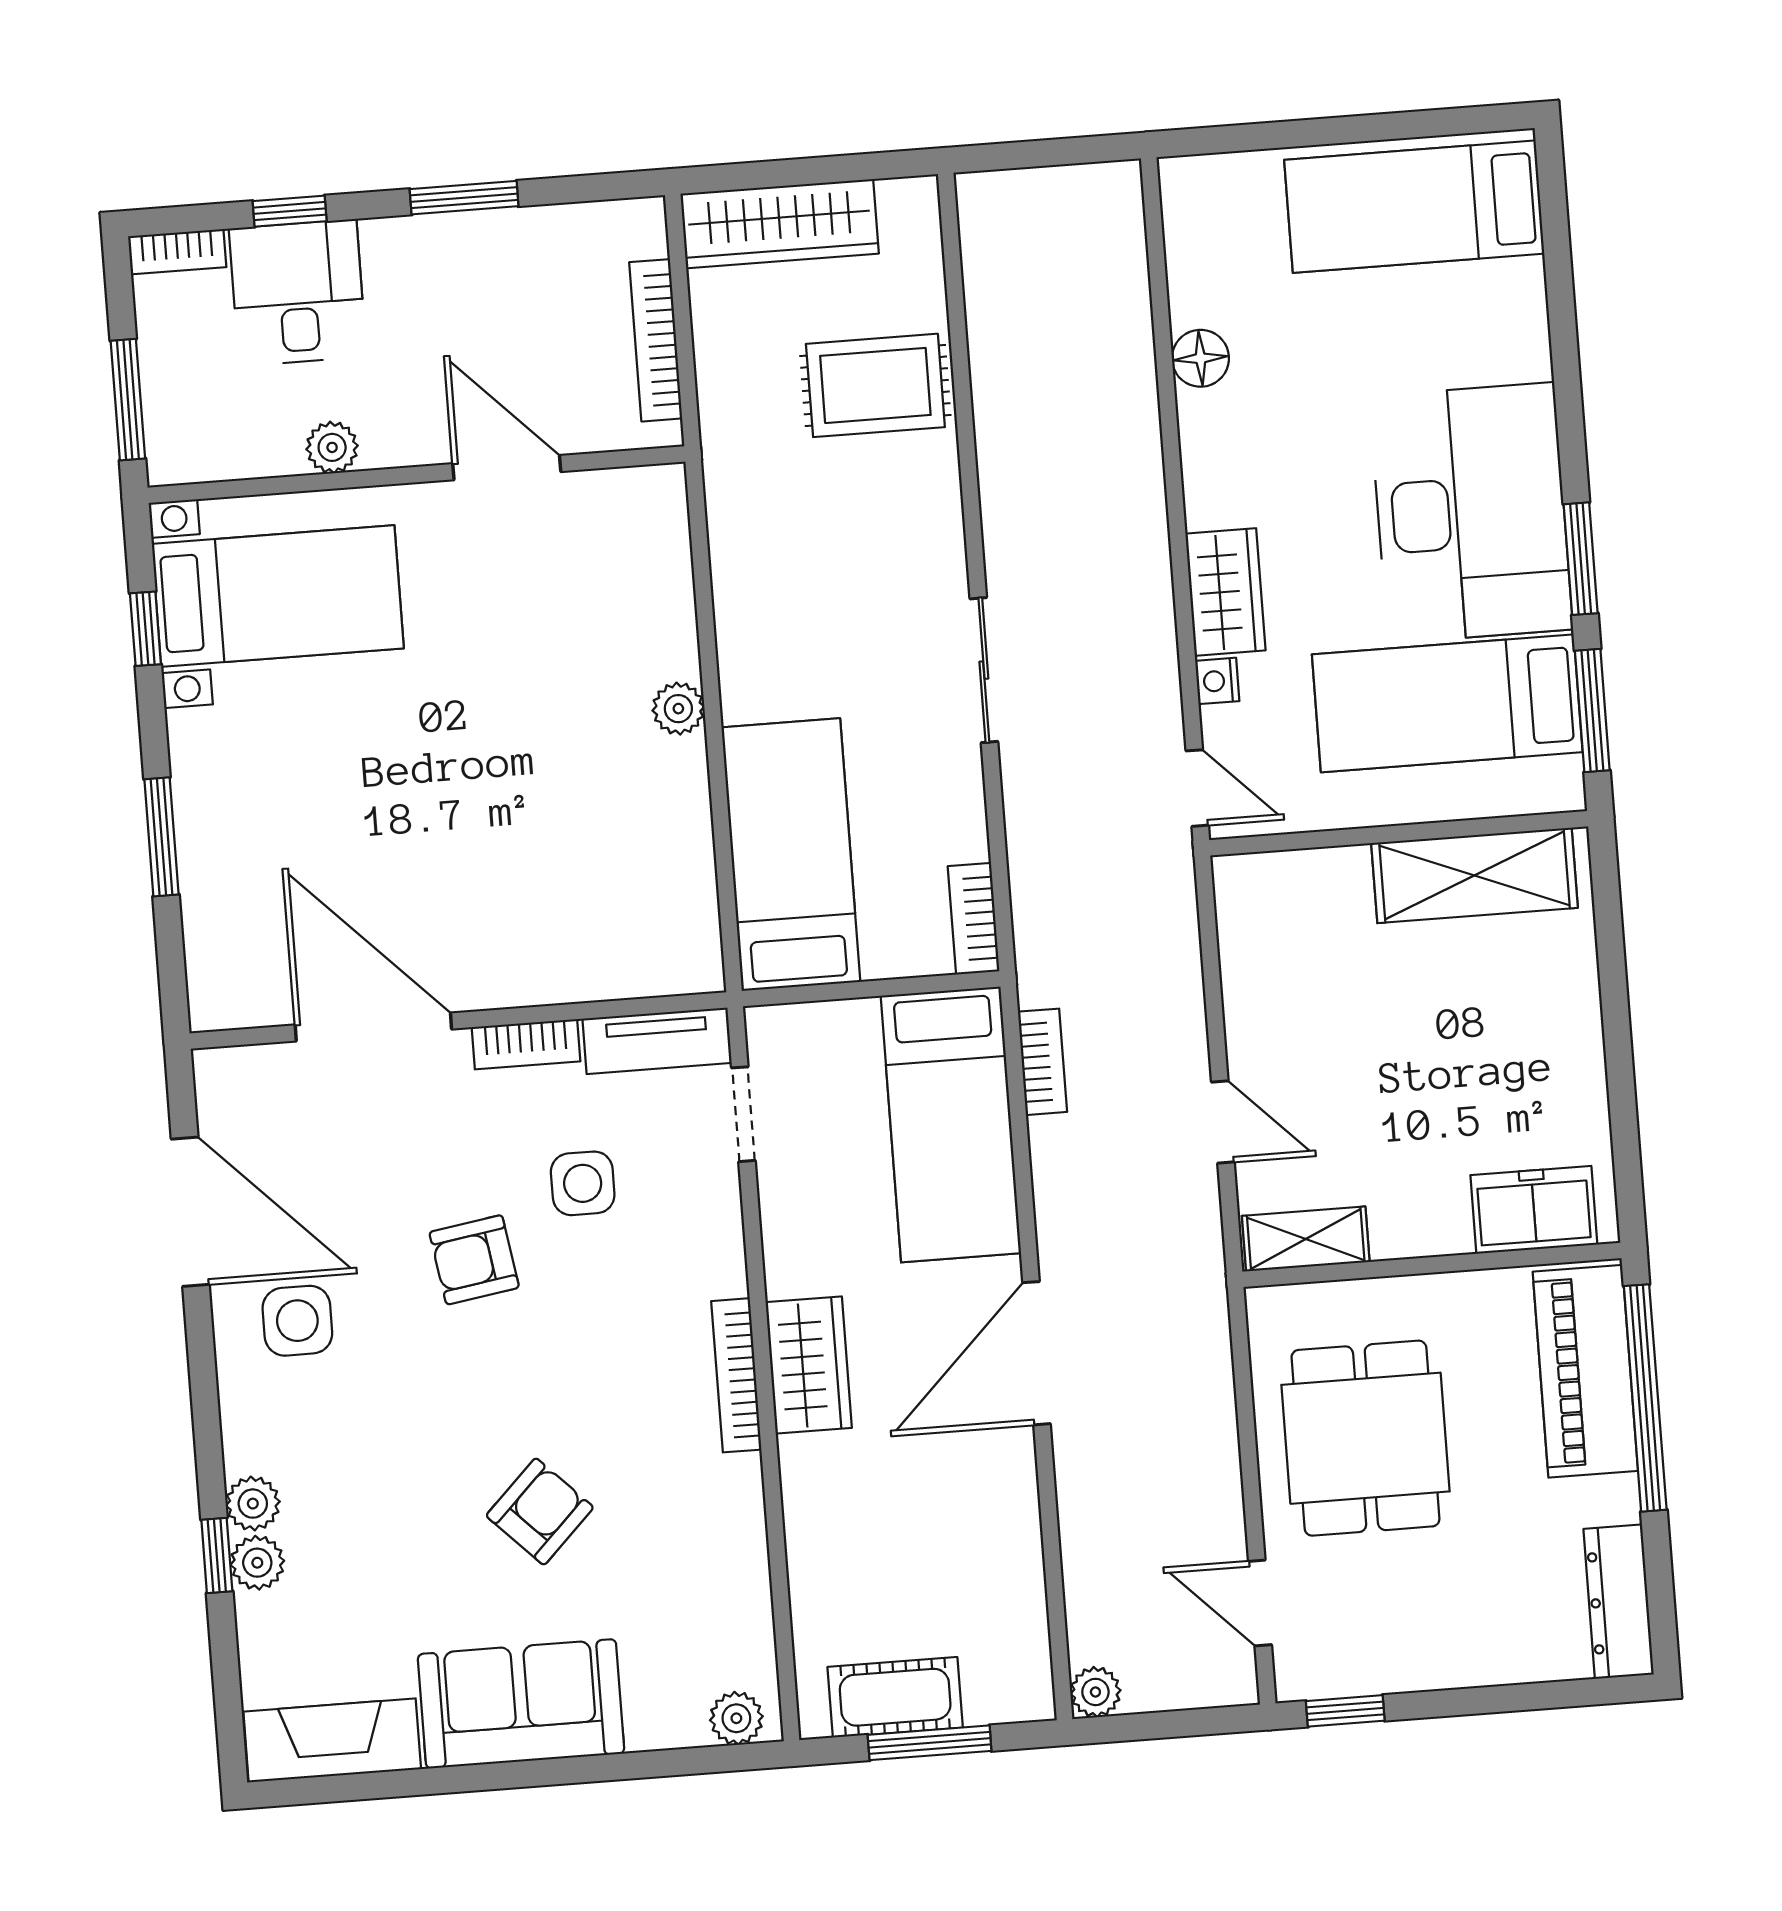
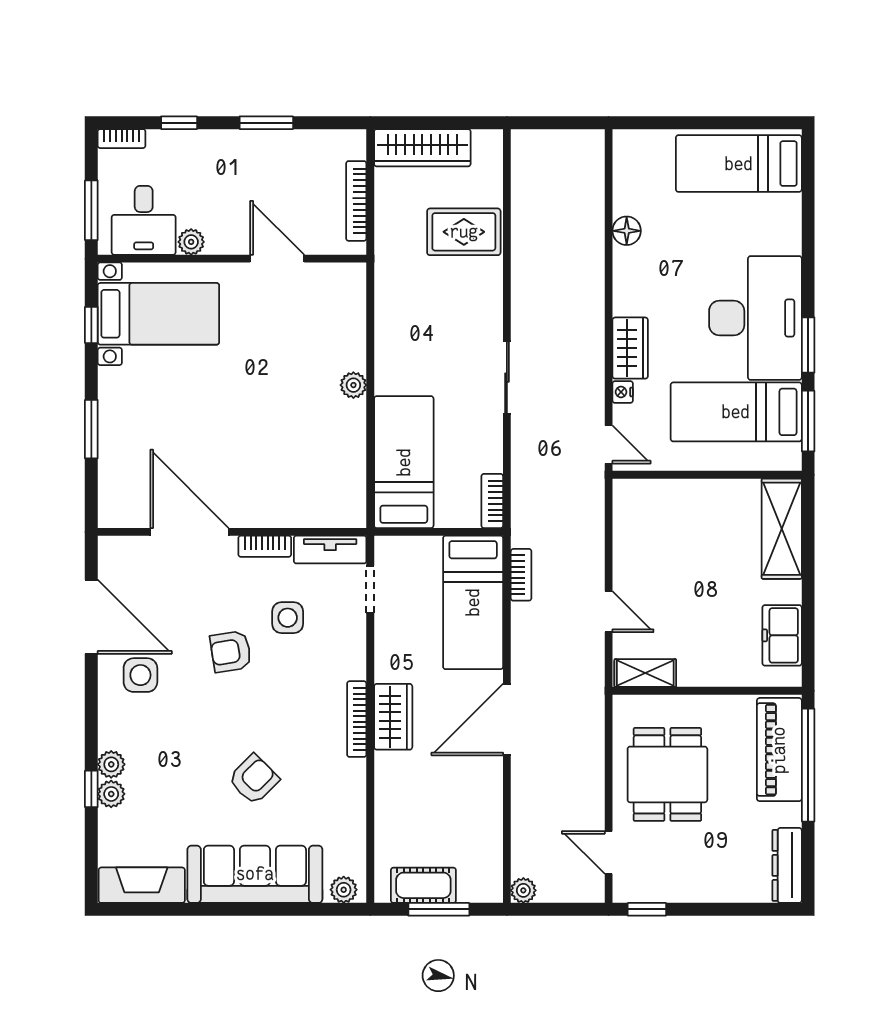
desk: (298, 293) -> (144, 220), moved, turned 180
shelving: (1474, 875) -> (782, 529), moved, turned 90
freezer: (1534, 1210) -> (782, 635), moved, turned -90
sofa: (521, 1704) -> (255, 874), width x1.36

